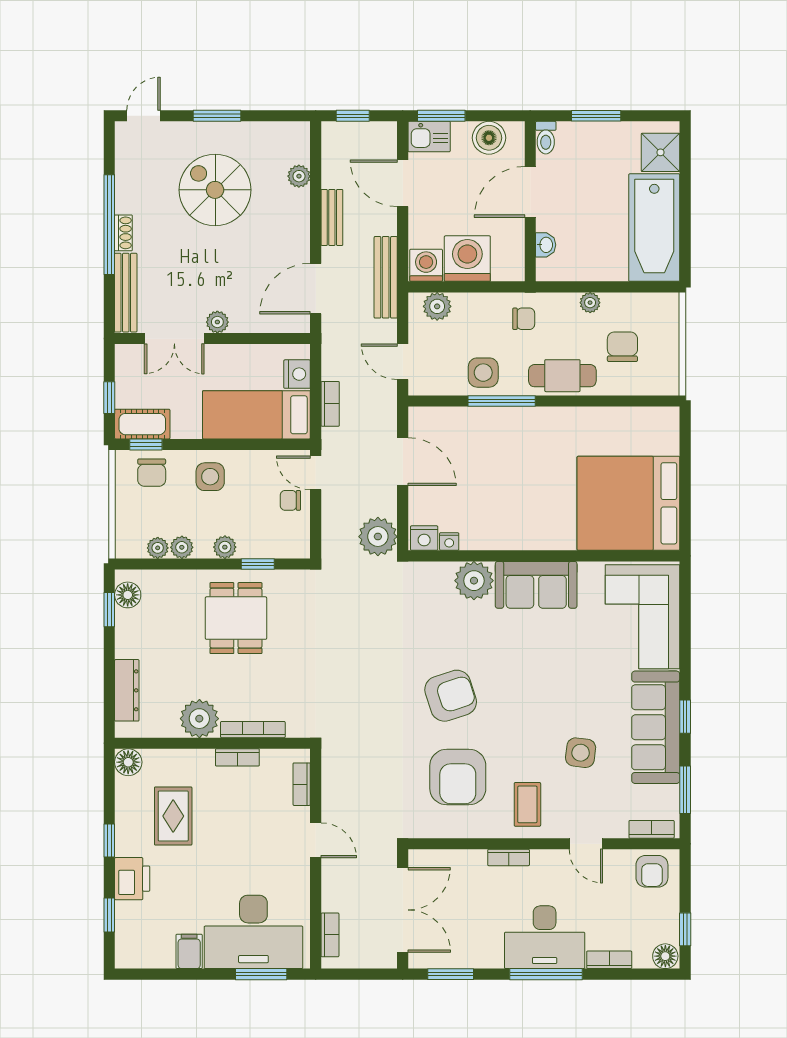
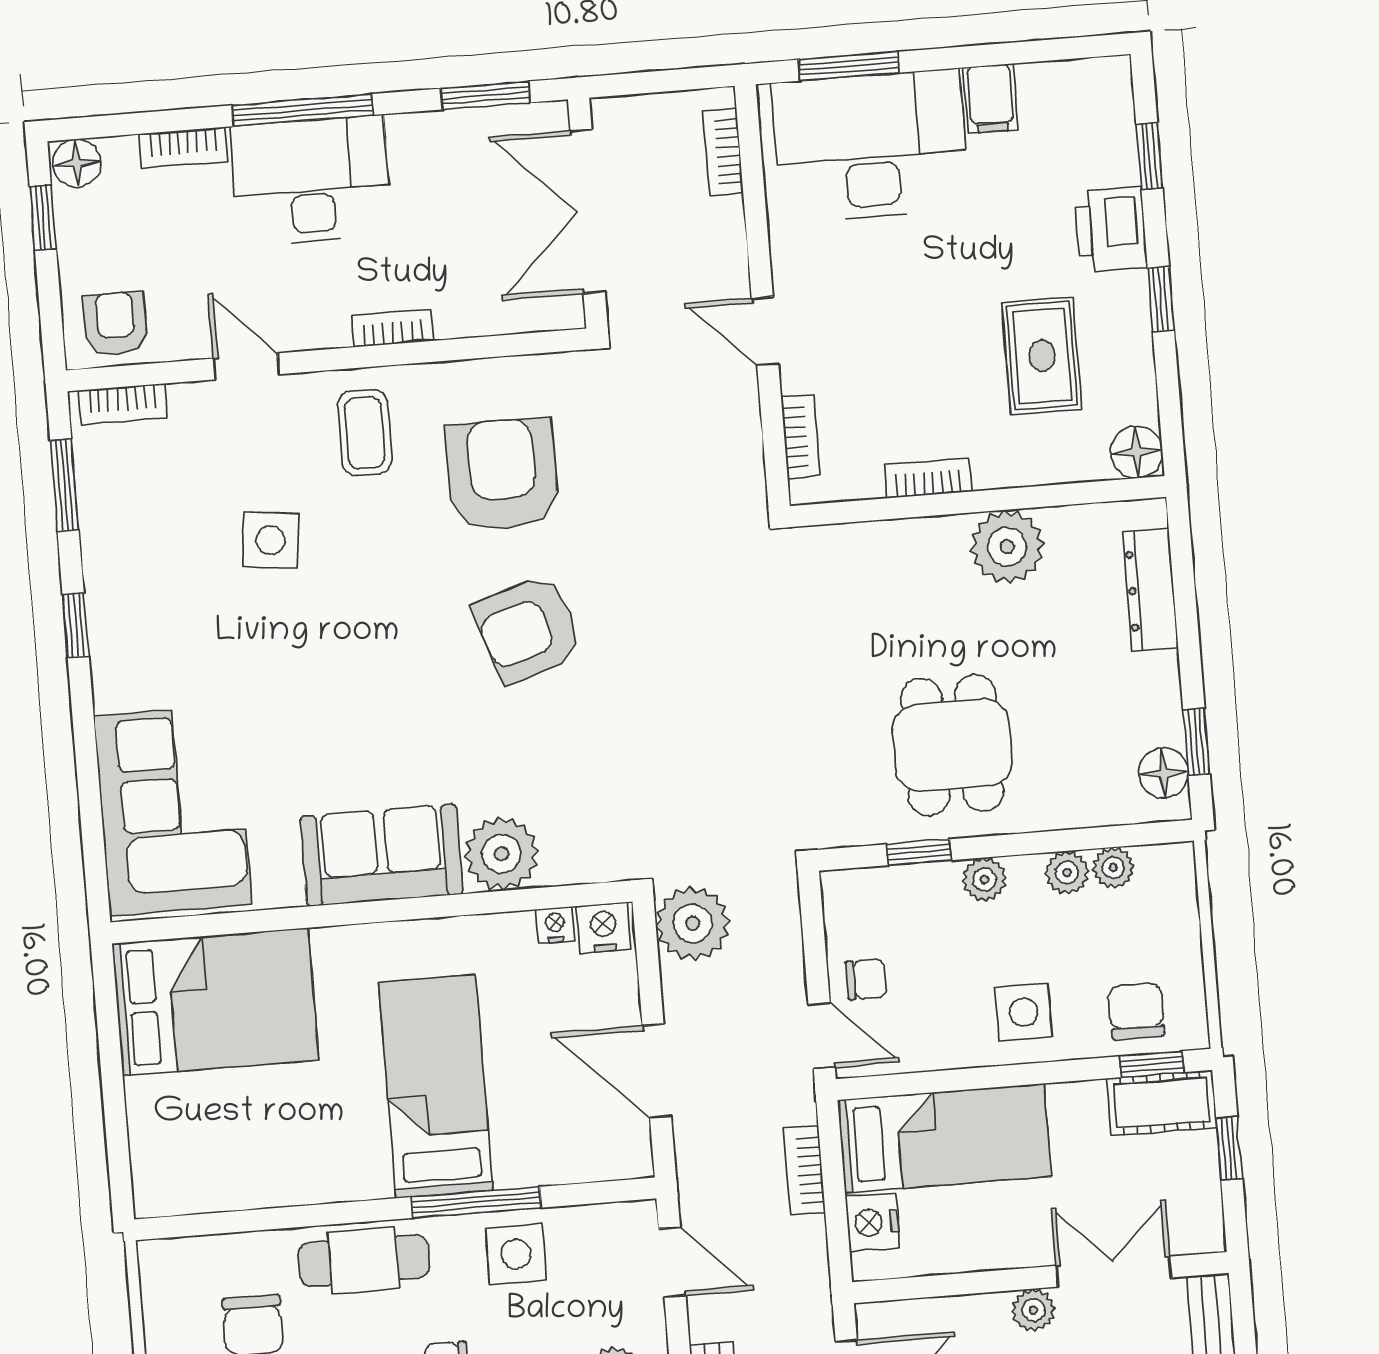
bed: (518, 463) -> (436, 1087), added
bed: (628, 503) -> (215, 1002), width x0.73
sofa: (656, 727) -> (130, 600), removed
bookcase: (253, 730) -> (903, 534), removed

